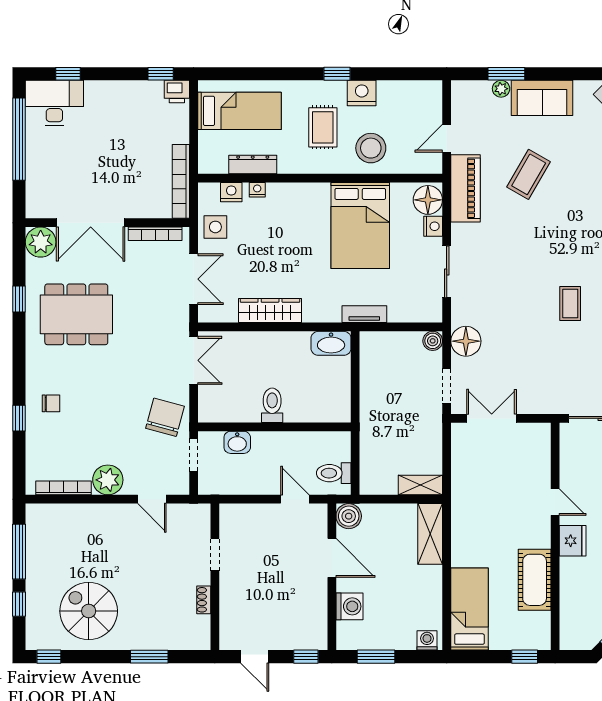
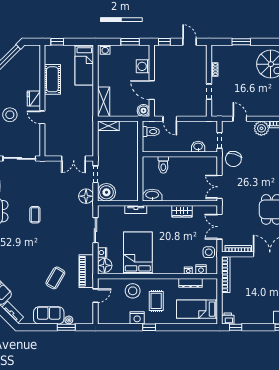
wardrobe: (270, 311) -> (182, 211), width x0.67
boiler: (433, 341) -> (106, 192), width x1.86, depth x1.86
toilet: (272, 405) -> (163, 165), moved

